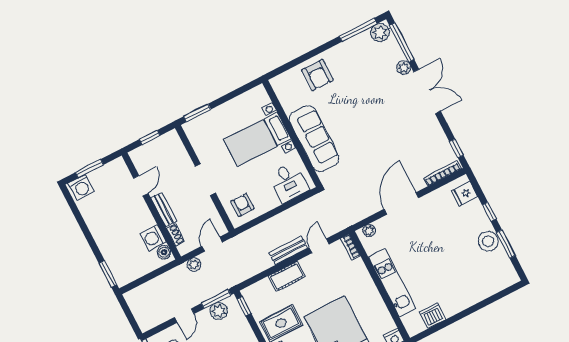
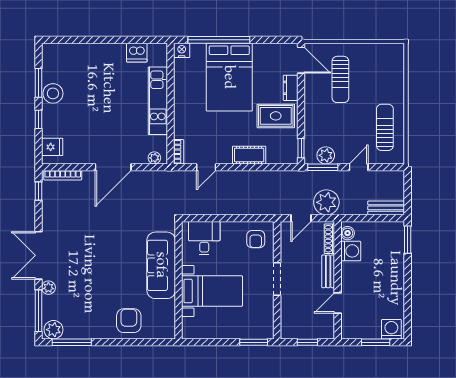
shoe rack: (175, 235) -> (329, 239), width x1.43
bench: (288, 250) -> (386, 208), moved
plant: (194, 265) -> (326, 202), width x1.87, depth x1.87

